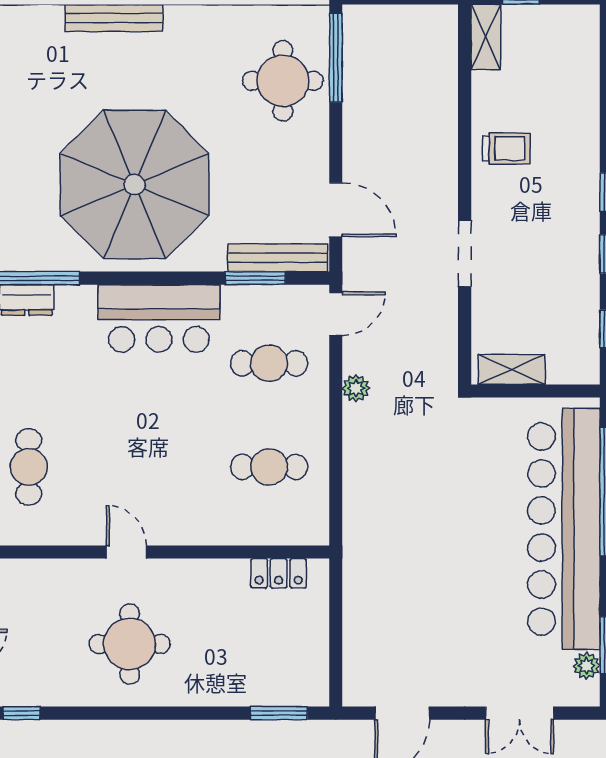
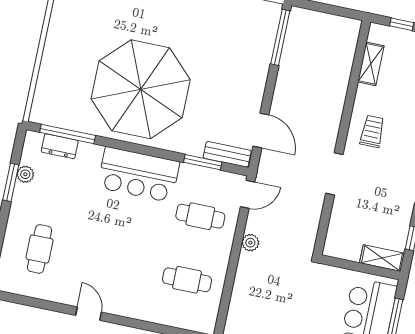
shelving: (486, 37) -> (371, 64), moved
round table: (283, 81) -> (245, 45), removed
trolley: (506, 149) -> (372, 131), moved, turned -90
bench: (278, 258) -> (227, 154), width x0.73
shelving: (512, 369) -> (382, 258), moved

